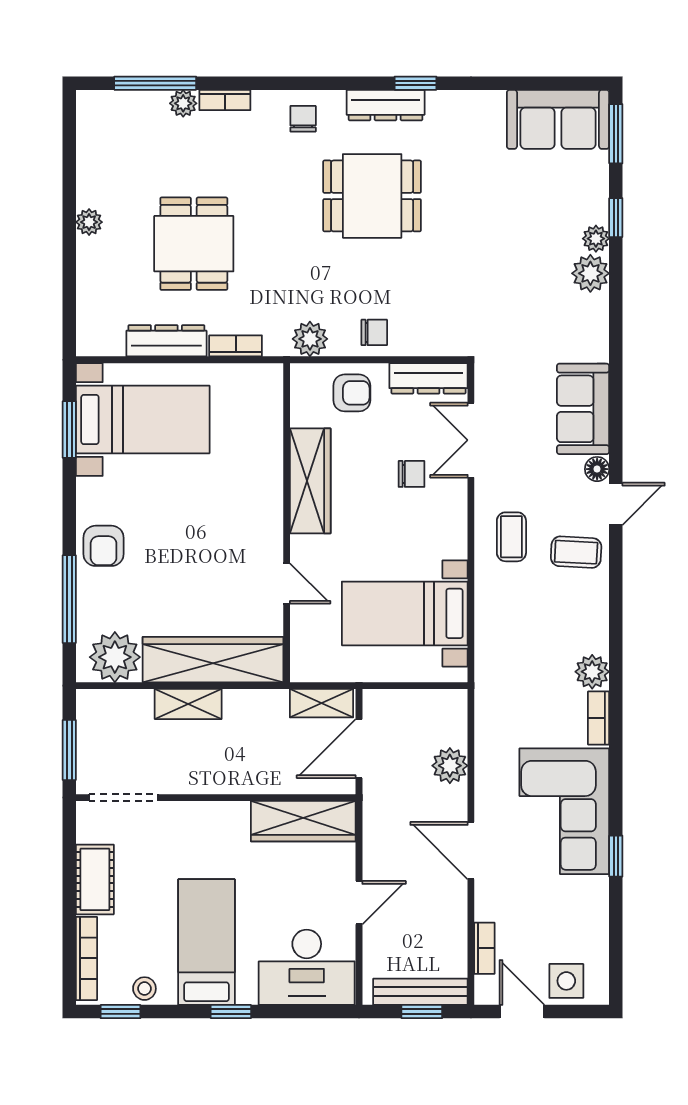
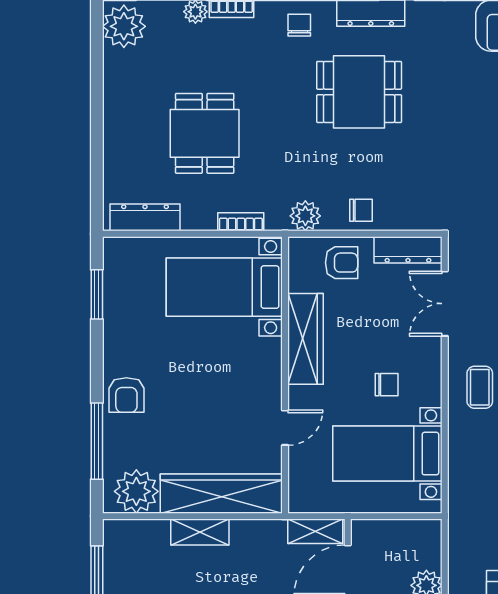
plant: (89, 222) -> (124, 26), moved, width x1.88, depth x1.88
dresser: (166, 341) -> (145, 217), moved
bed with nightstands: (143, 419) -> (224, 287), moved, turned 180
chair: (412, 474) -> (387, 385), moved
door: (287, 584) -> (285, 428), hinge flipped

